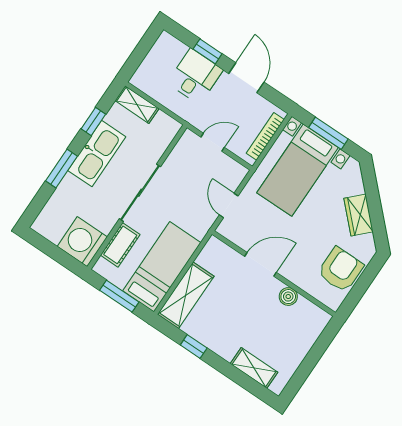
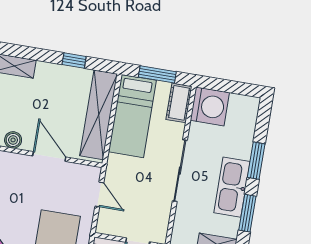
window: (93, 122) -> (247, 213), width x1.50
cot: (120, 245) -> (179, 103), moved
door: (260, 264) -> (49, 157), swing flipped
shelving: (186, 295) -> (99, 115), width x1.47

